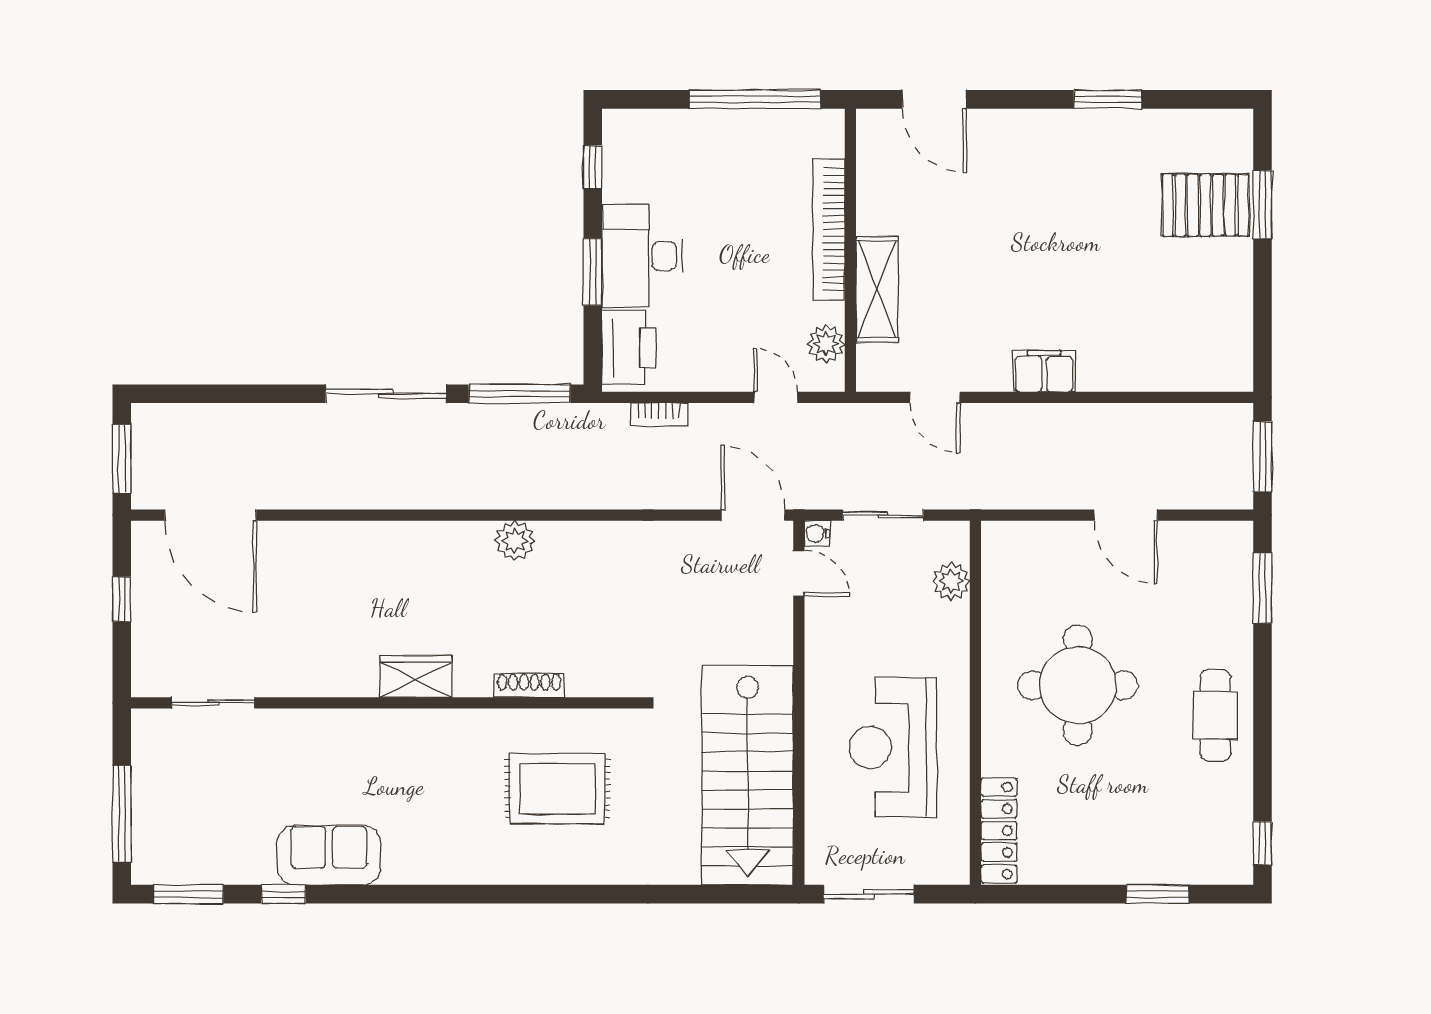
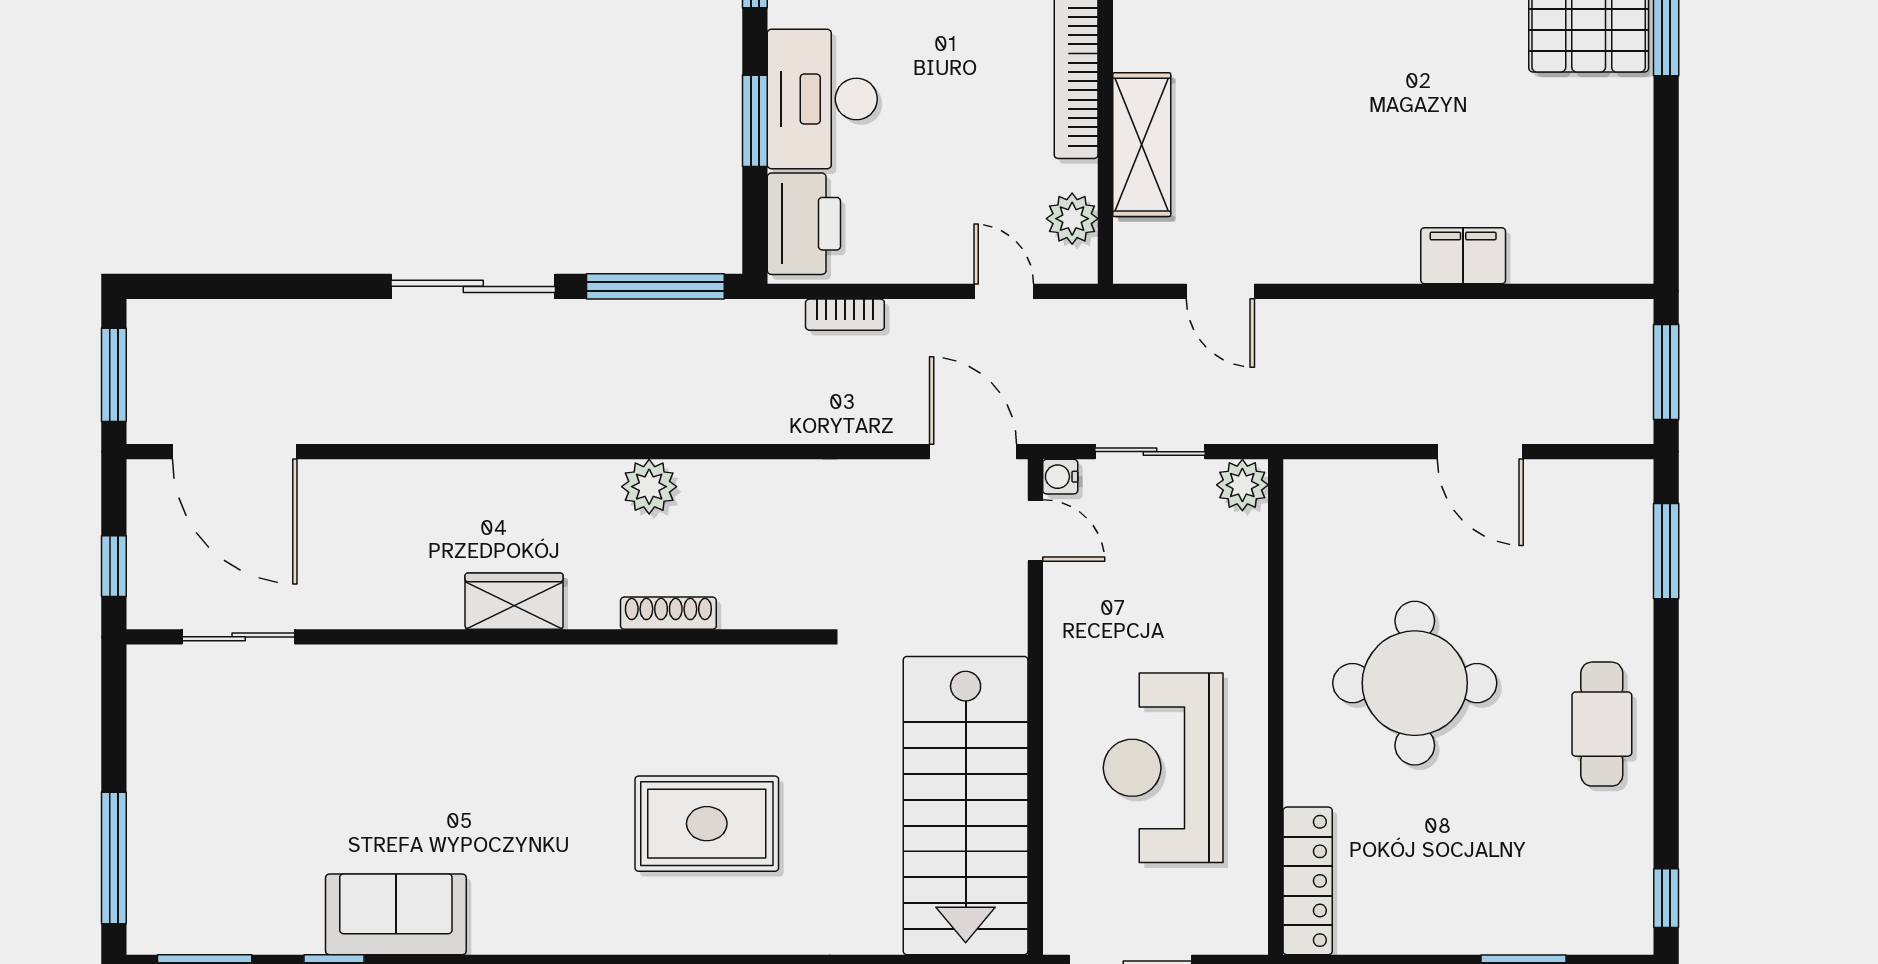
filing cabinet: (1044, 371) -> (1463, 256), moved
plant: (951, 581) -> (1242, 485), moved
wardrobe: (416, 676) -> (514, 601), moved
shoe rack: (529, 685) -> (668, 613), moved
sliding door: (213, 703) -> (239, 637), moved
wall: (387, 703) -> (474, 637), moved

